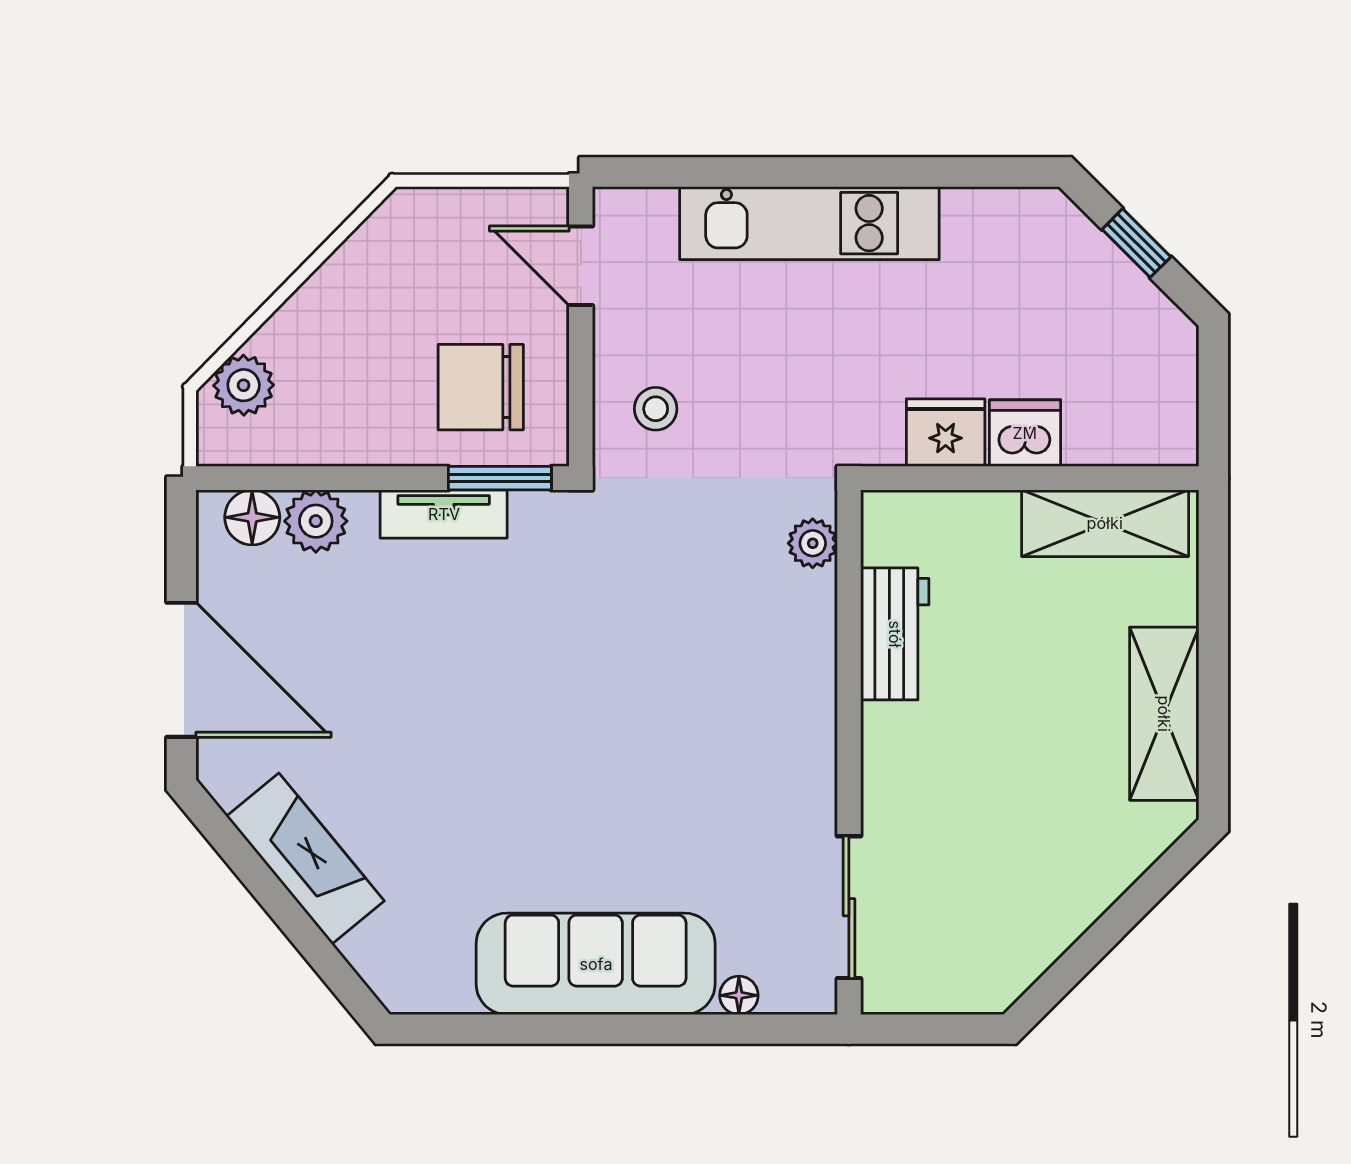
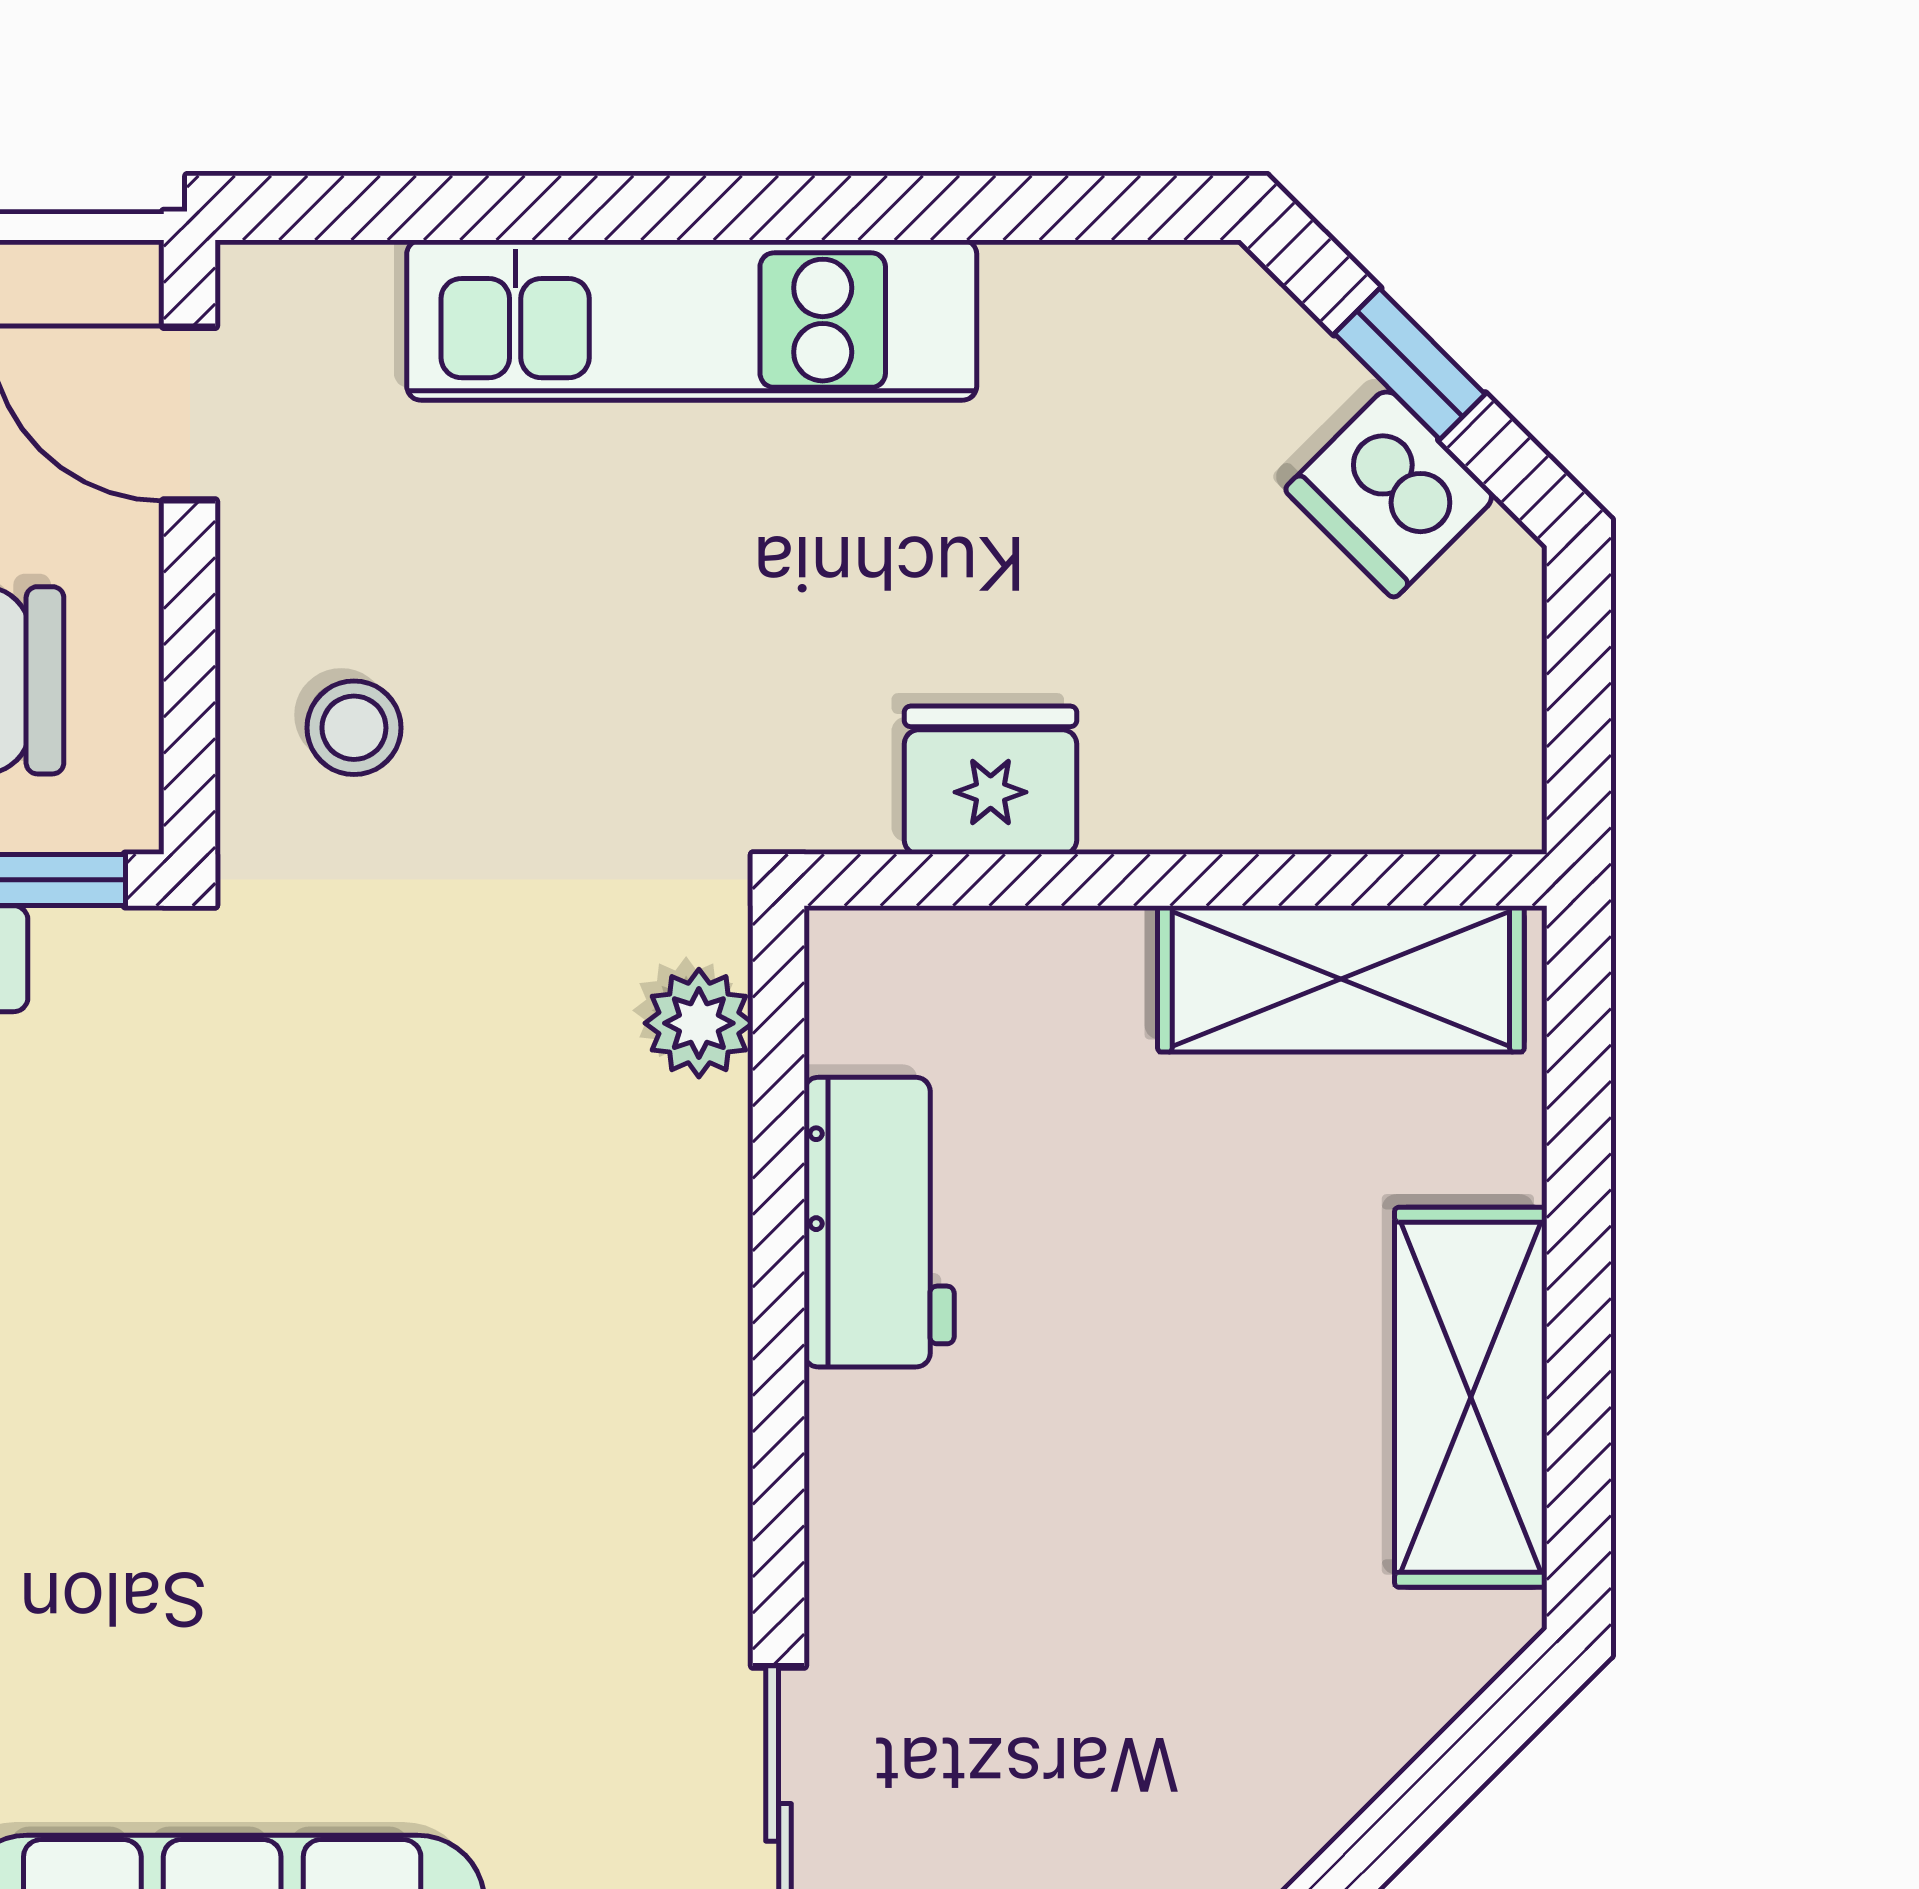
dishwasher: (1025, 433) -> (1390, 493), moved, turned -135

